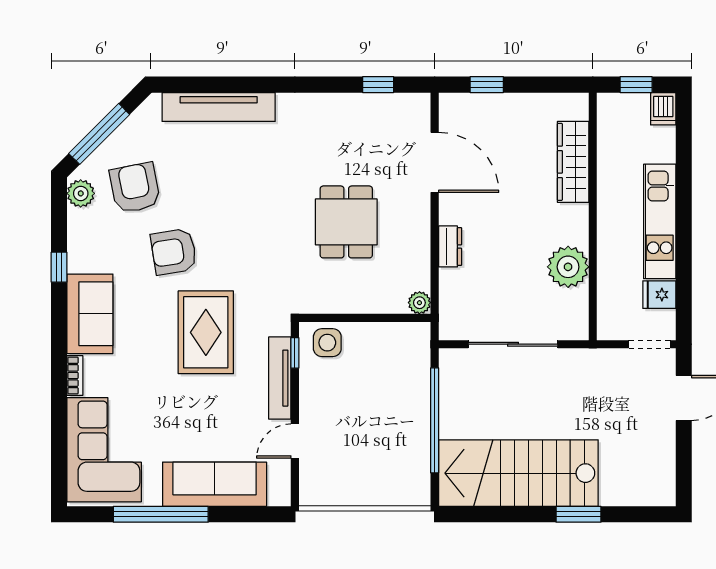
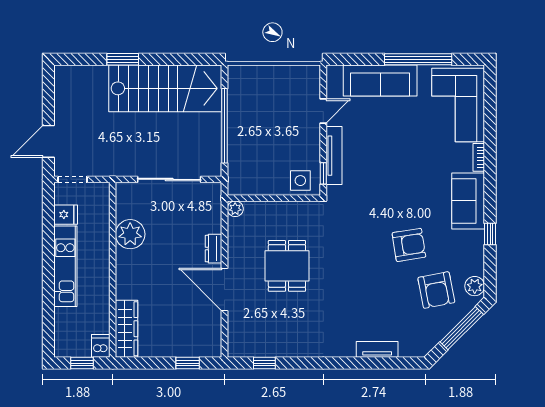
tv unit: (219, 107) -> (377, 349), width x0.52, depth x0.78
dishwasher: (663, 109) -> (100, 346), moved
door: (435, 162) -> (224, 289), moved
wardrobe: (573, 162) -> (127, 329), moved
rug: (206, 332) -> (386, 188), removed

